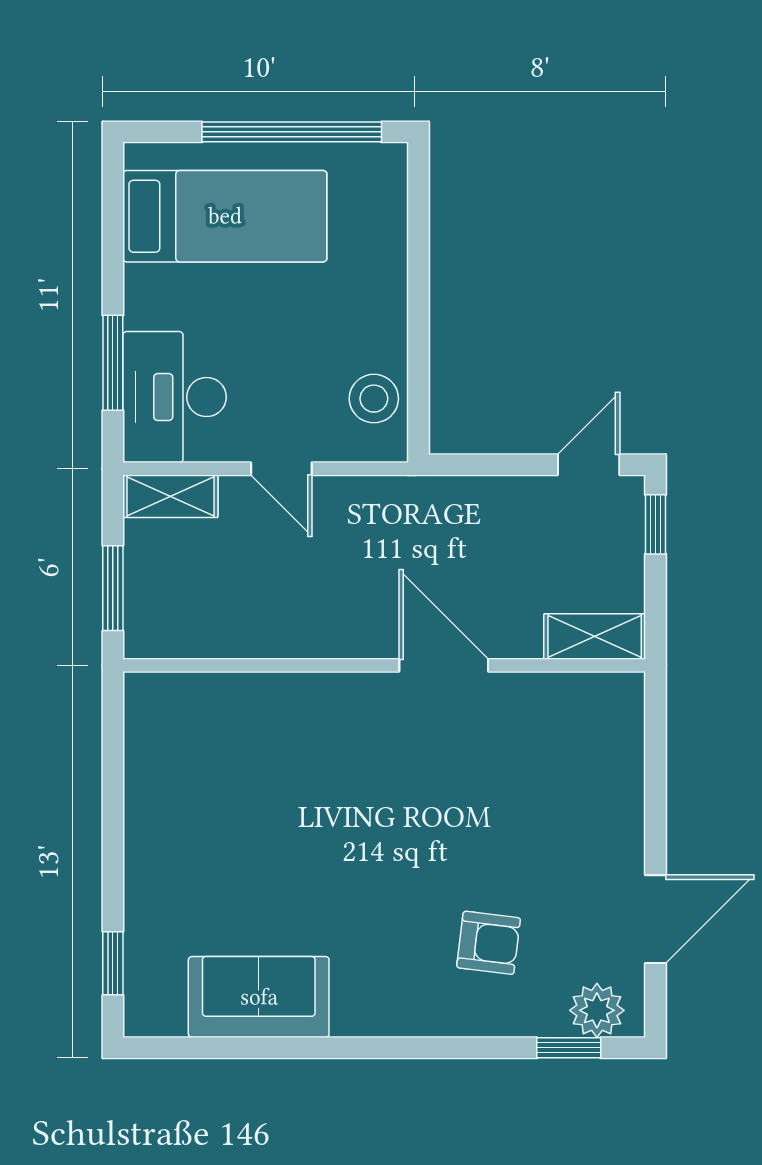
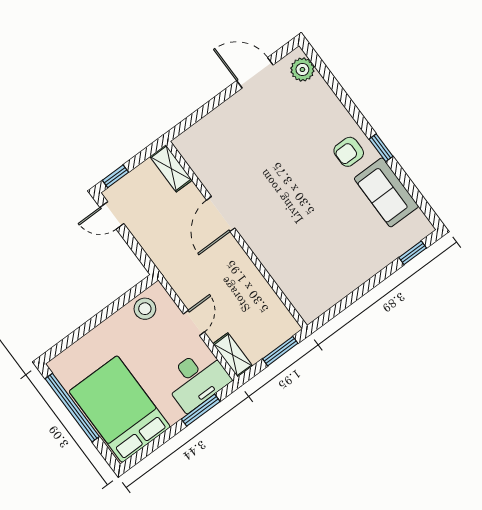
bed: (225, 216) -> (120, 409), width x1.50
armchair: (489, 943) -> (349, 152), moved, turned -97
window: (569, 1048) -> (381, 148), moved

